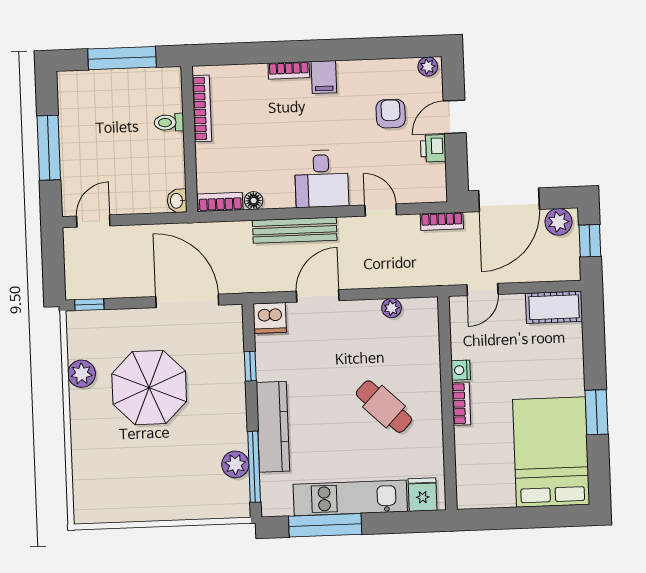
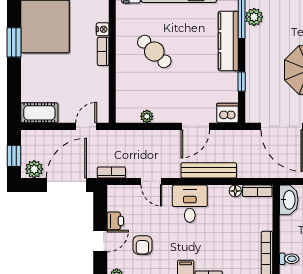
toilet: (169, 122) -> (289, 259), moved
washbasin: (177, 201) -> (289, 200), width x1.91, depth x1.45
nightstand: (461, 370) -> (103, 29), moved

